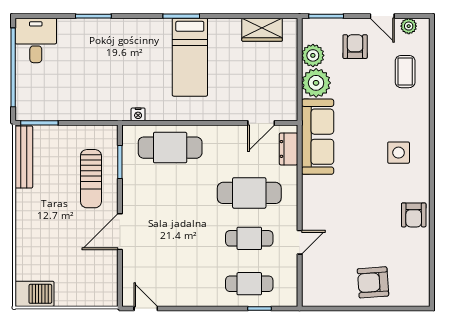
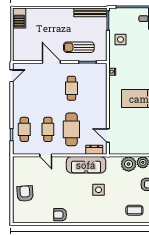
side table: (76, 98) -> (120, 39), added
sofa: (318, 137) -> (86, 165), moved
cafe table: (170, 148) -> (71, 88), moved, width x0.73, depth x0.74
side table: (399, 153) -> (99, 190), moved

